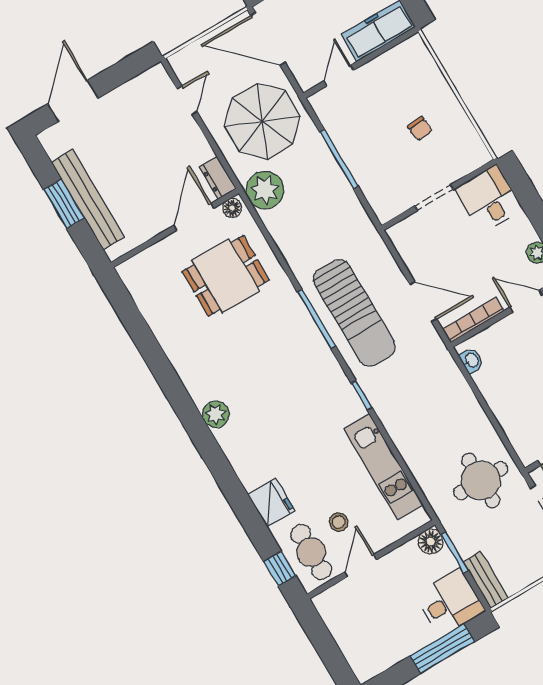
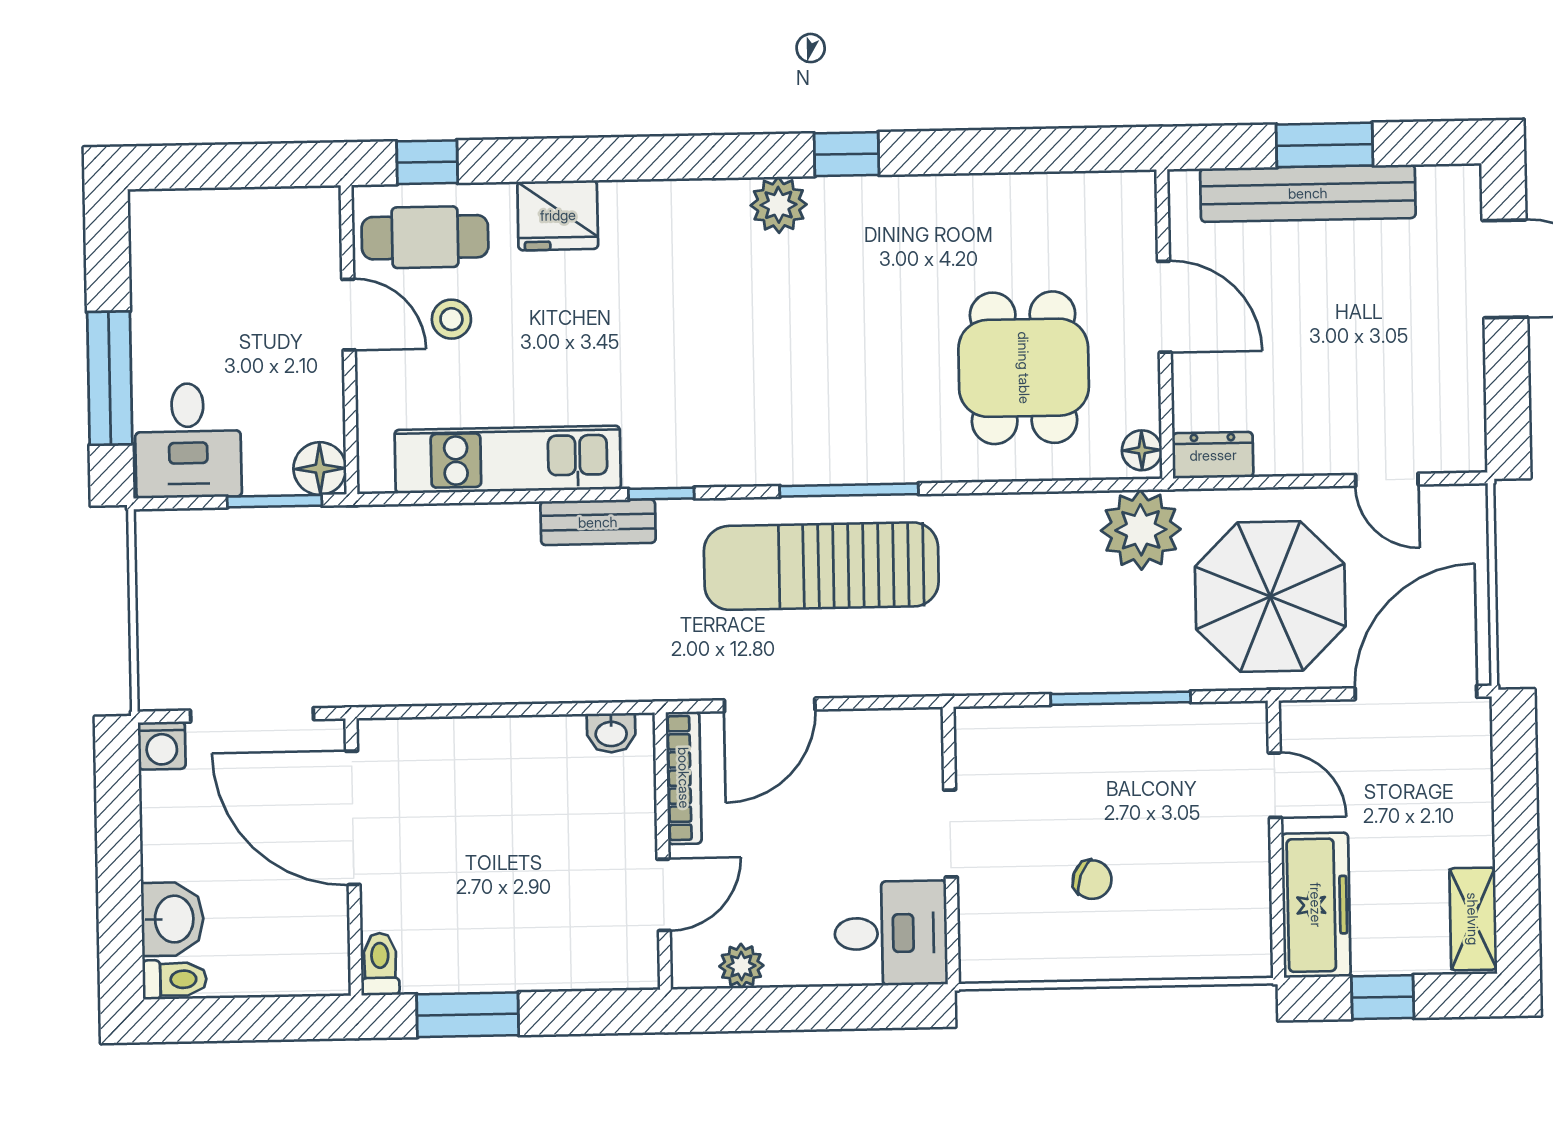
chair: (420, 129) -> (1092, 880), turned -153
door: (194, 217) -> (1164, 307), moved
window: (179, 398) -> (846, 154), added
round table: (481, 481) -> (380, 625), removed
bench: (486, 580) -> (598, 522), moved

